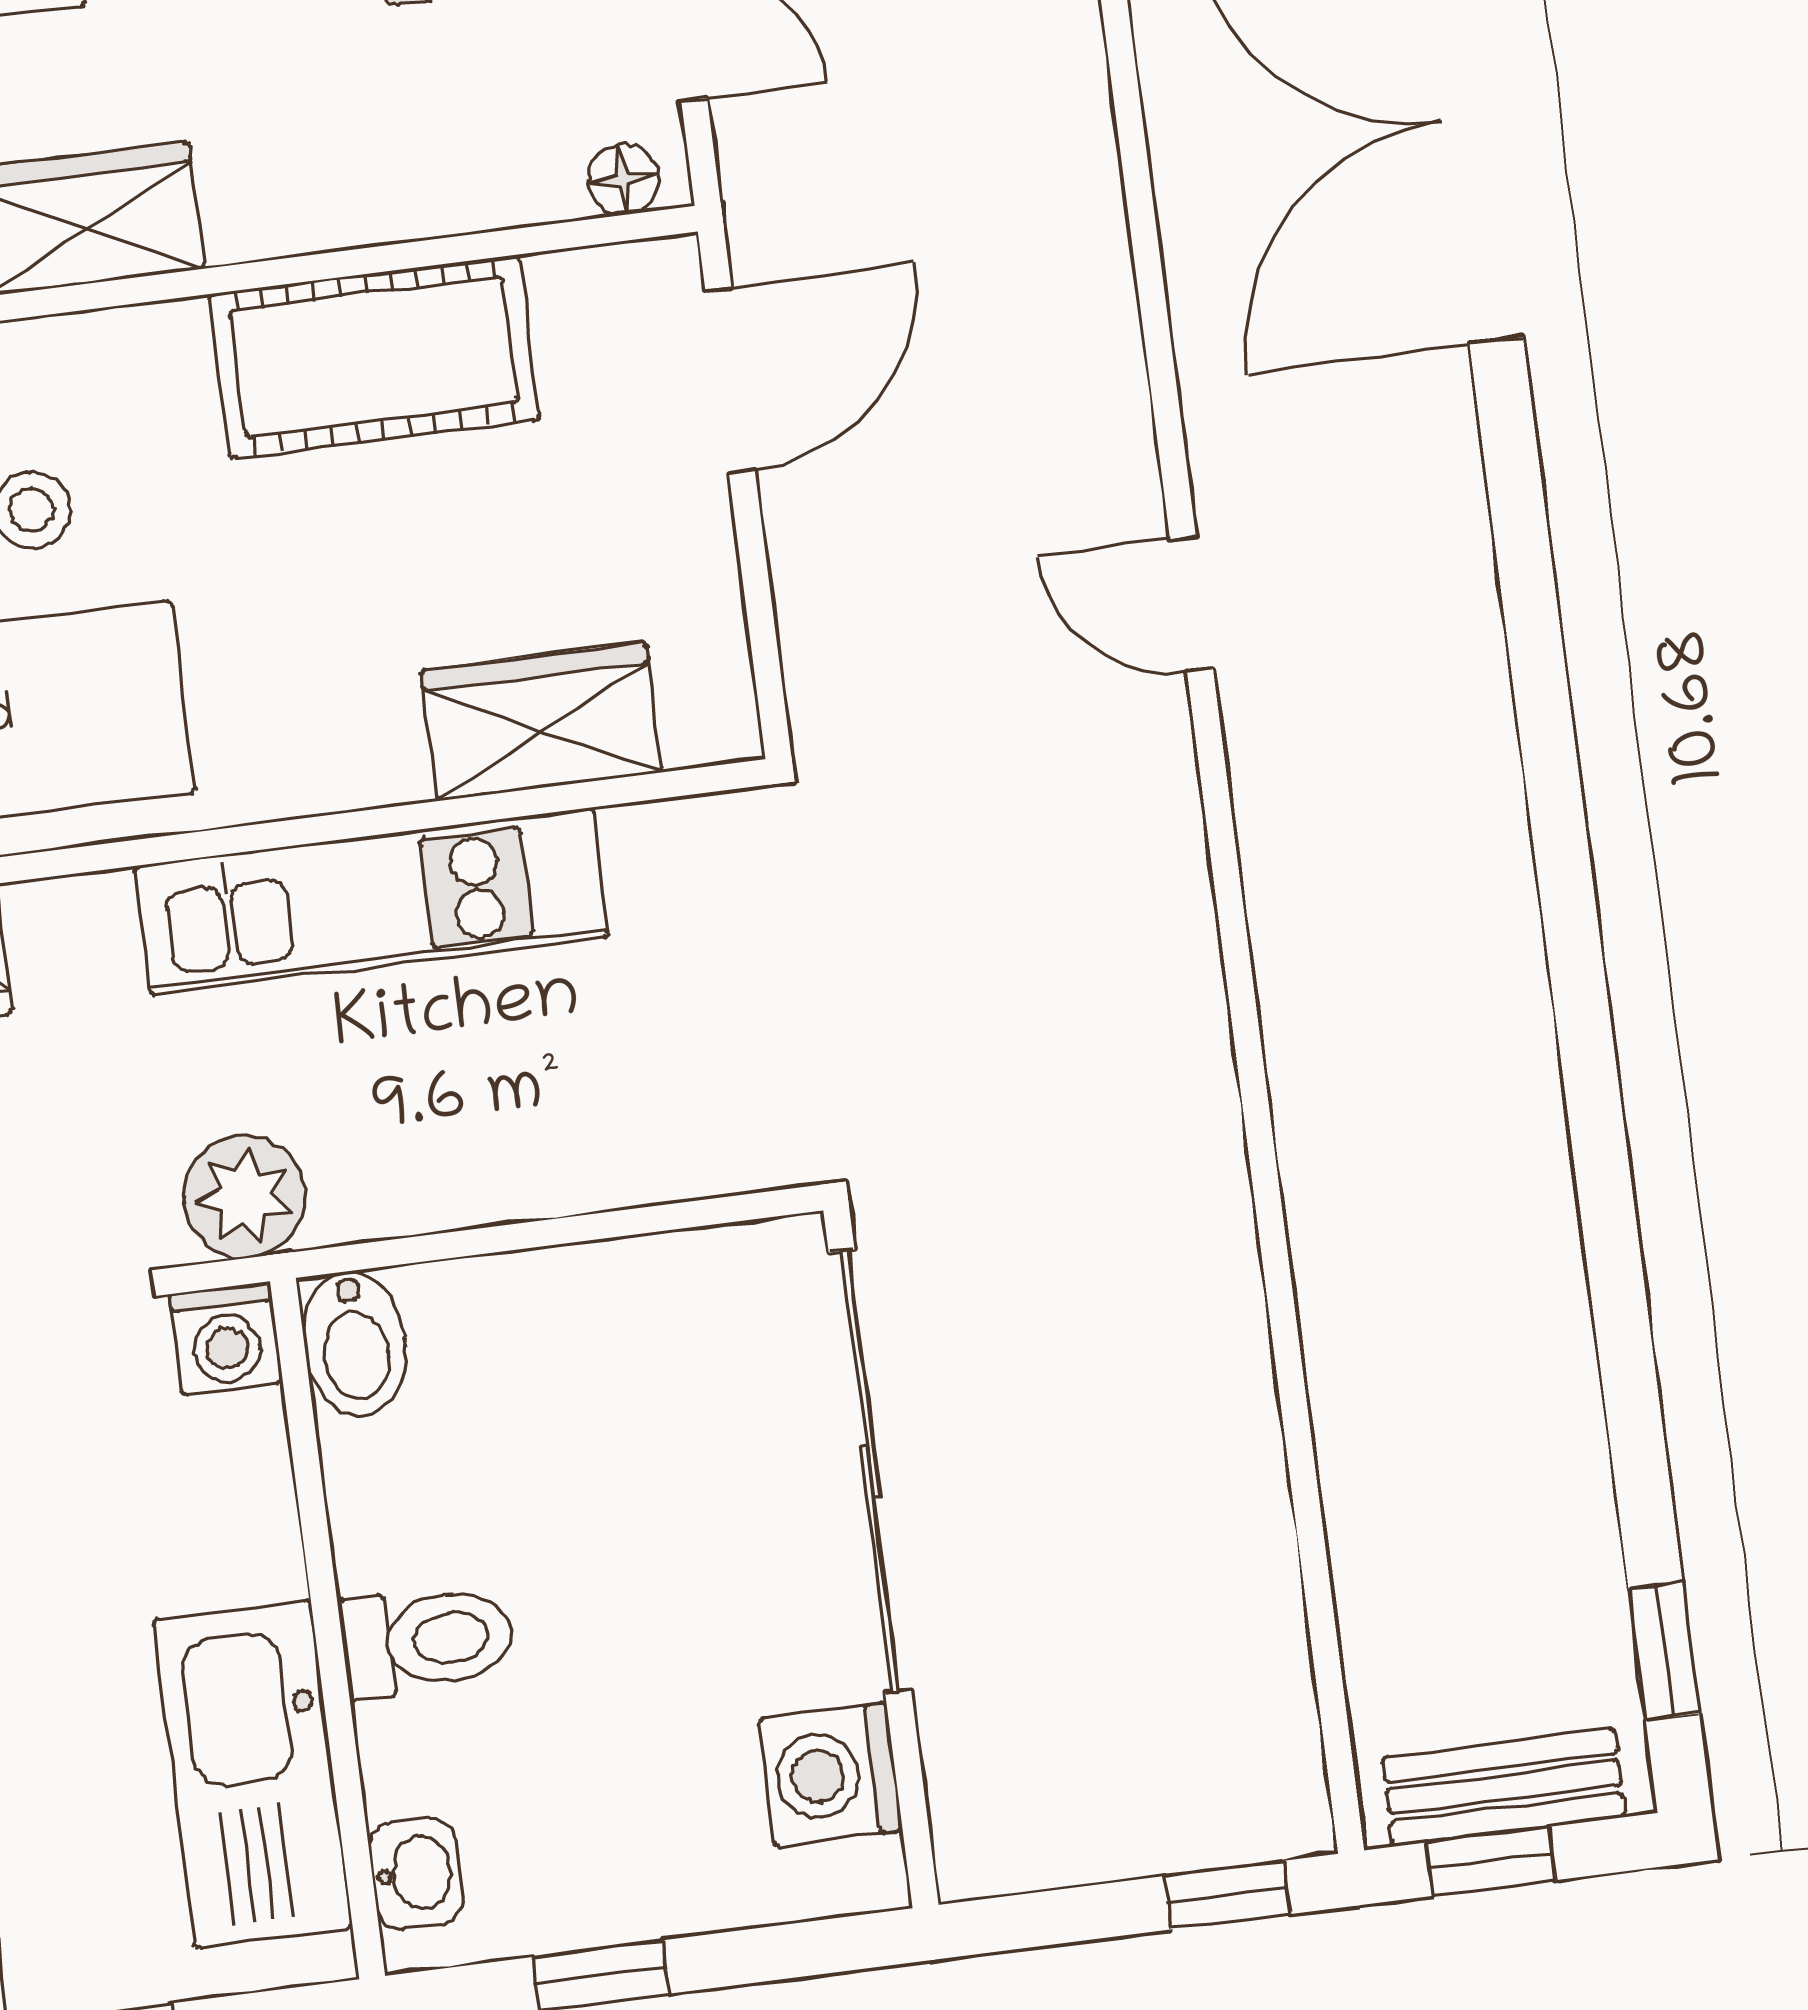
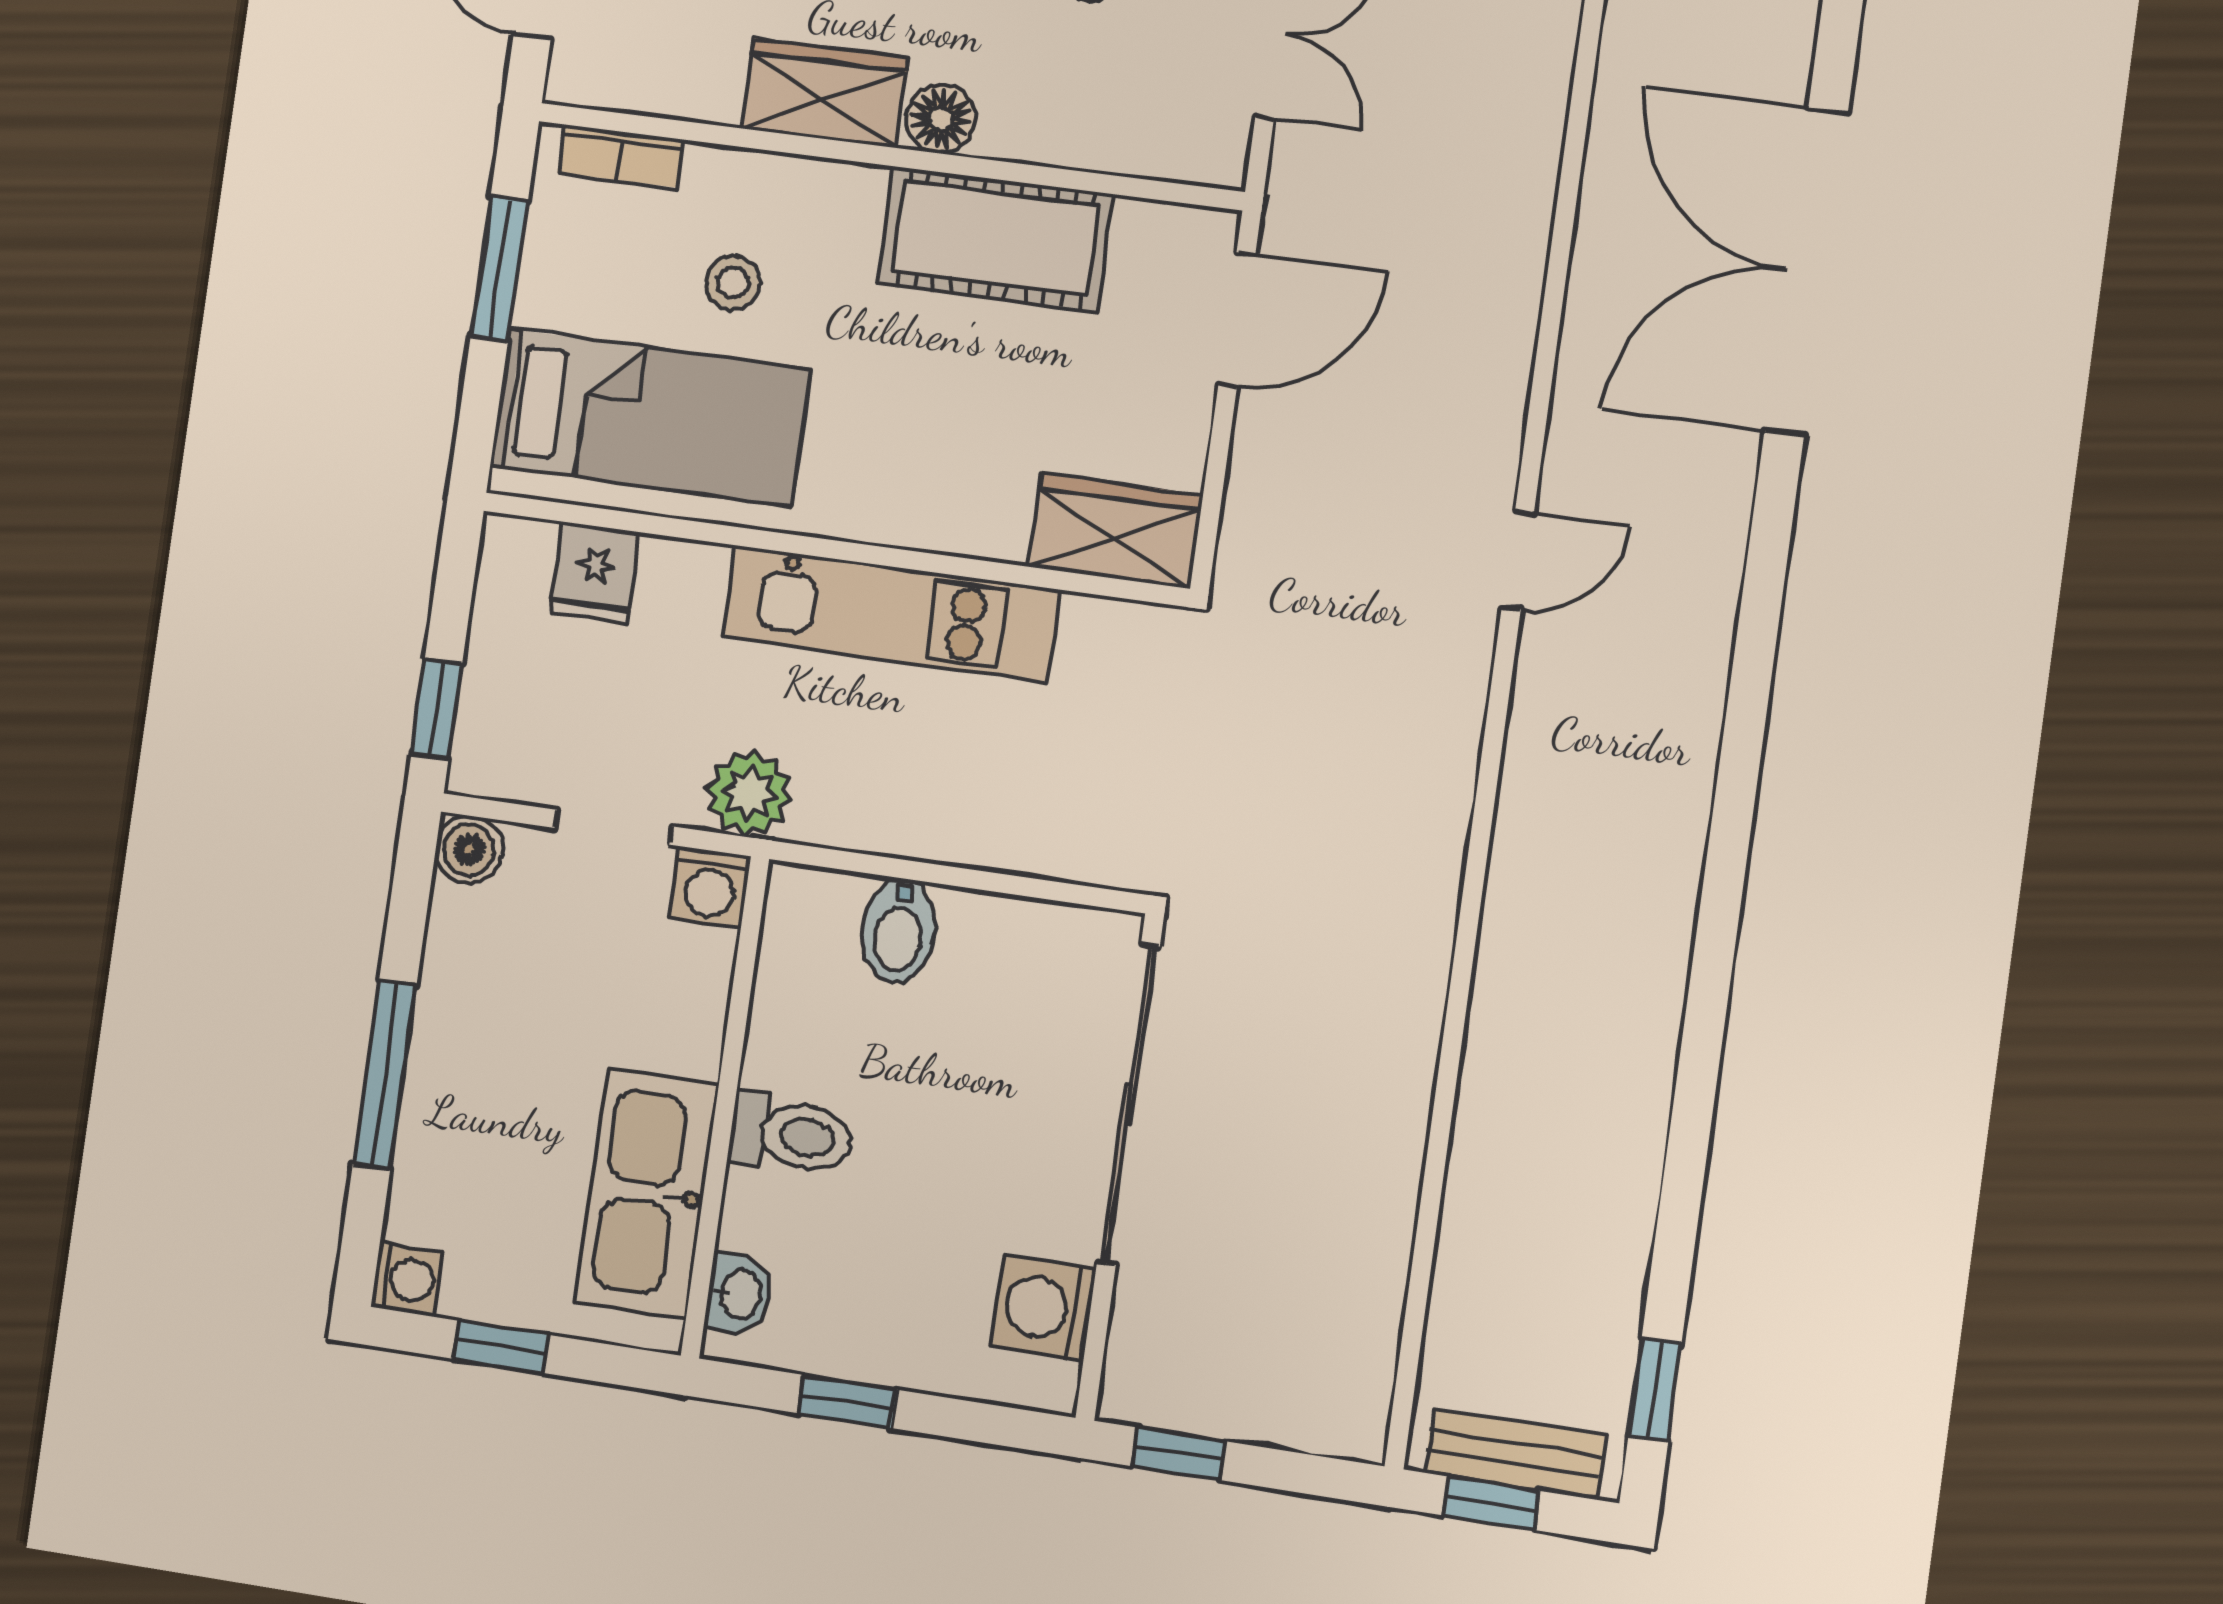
floor lamp: (624, 179) -> (941, 119), moved, width x1.37, depth x1.37
door: (1191, 604) -> (1518, 560), swing flipped
wardrobe: (542, 721) -> (1116, 531), moved
bidet: (355, 1344) -> (898, 930), moved
window: (1227, 1895) -> (1179, 1454), moved

